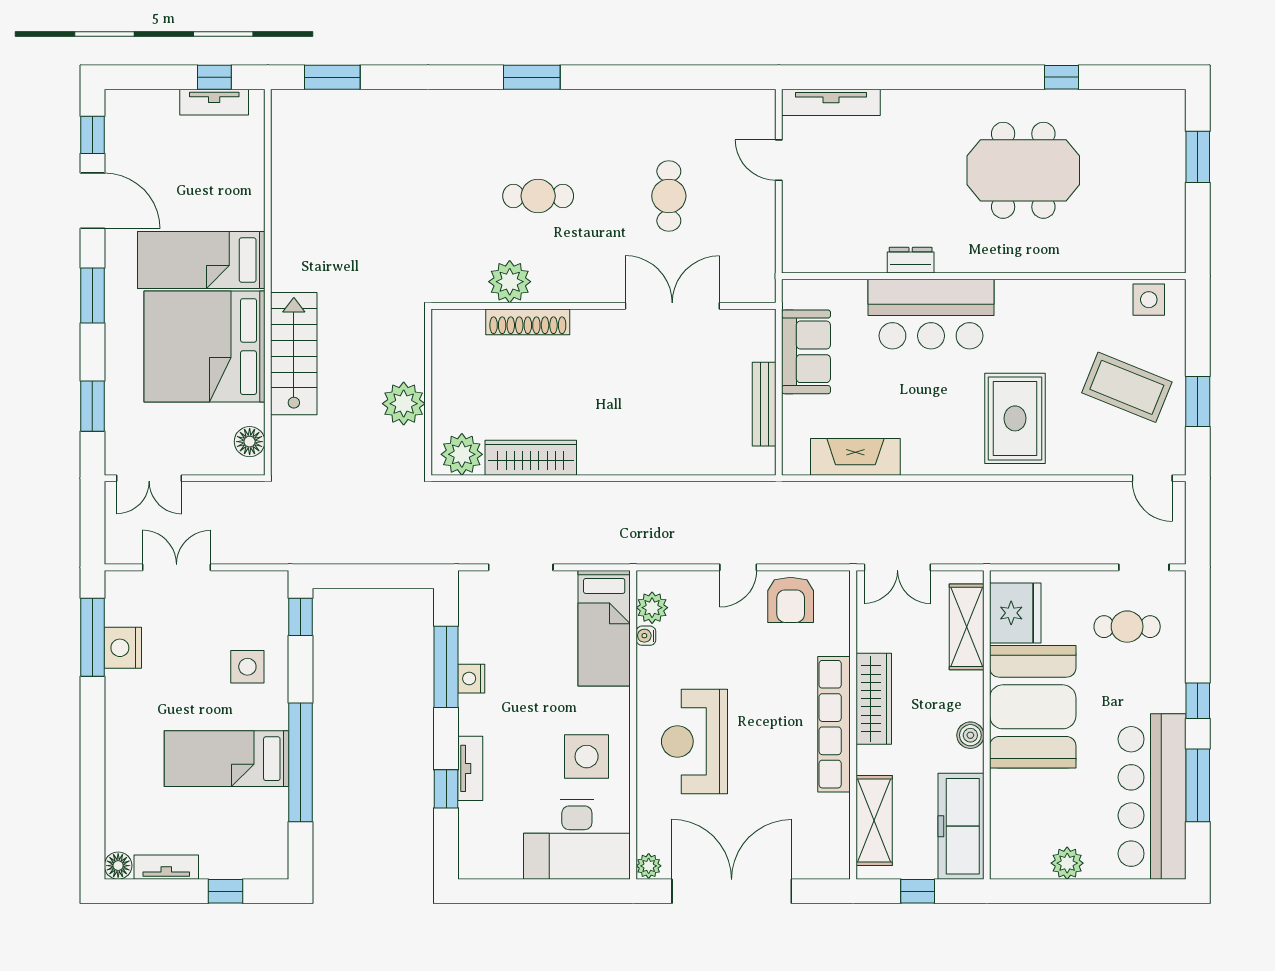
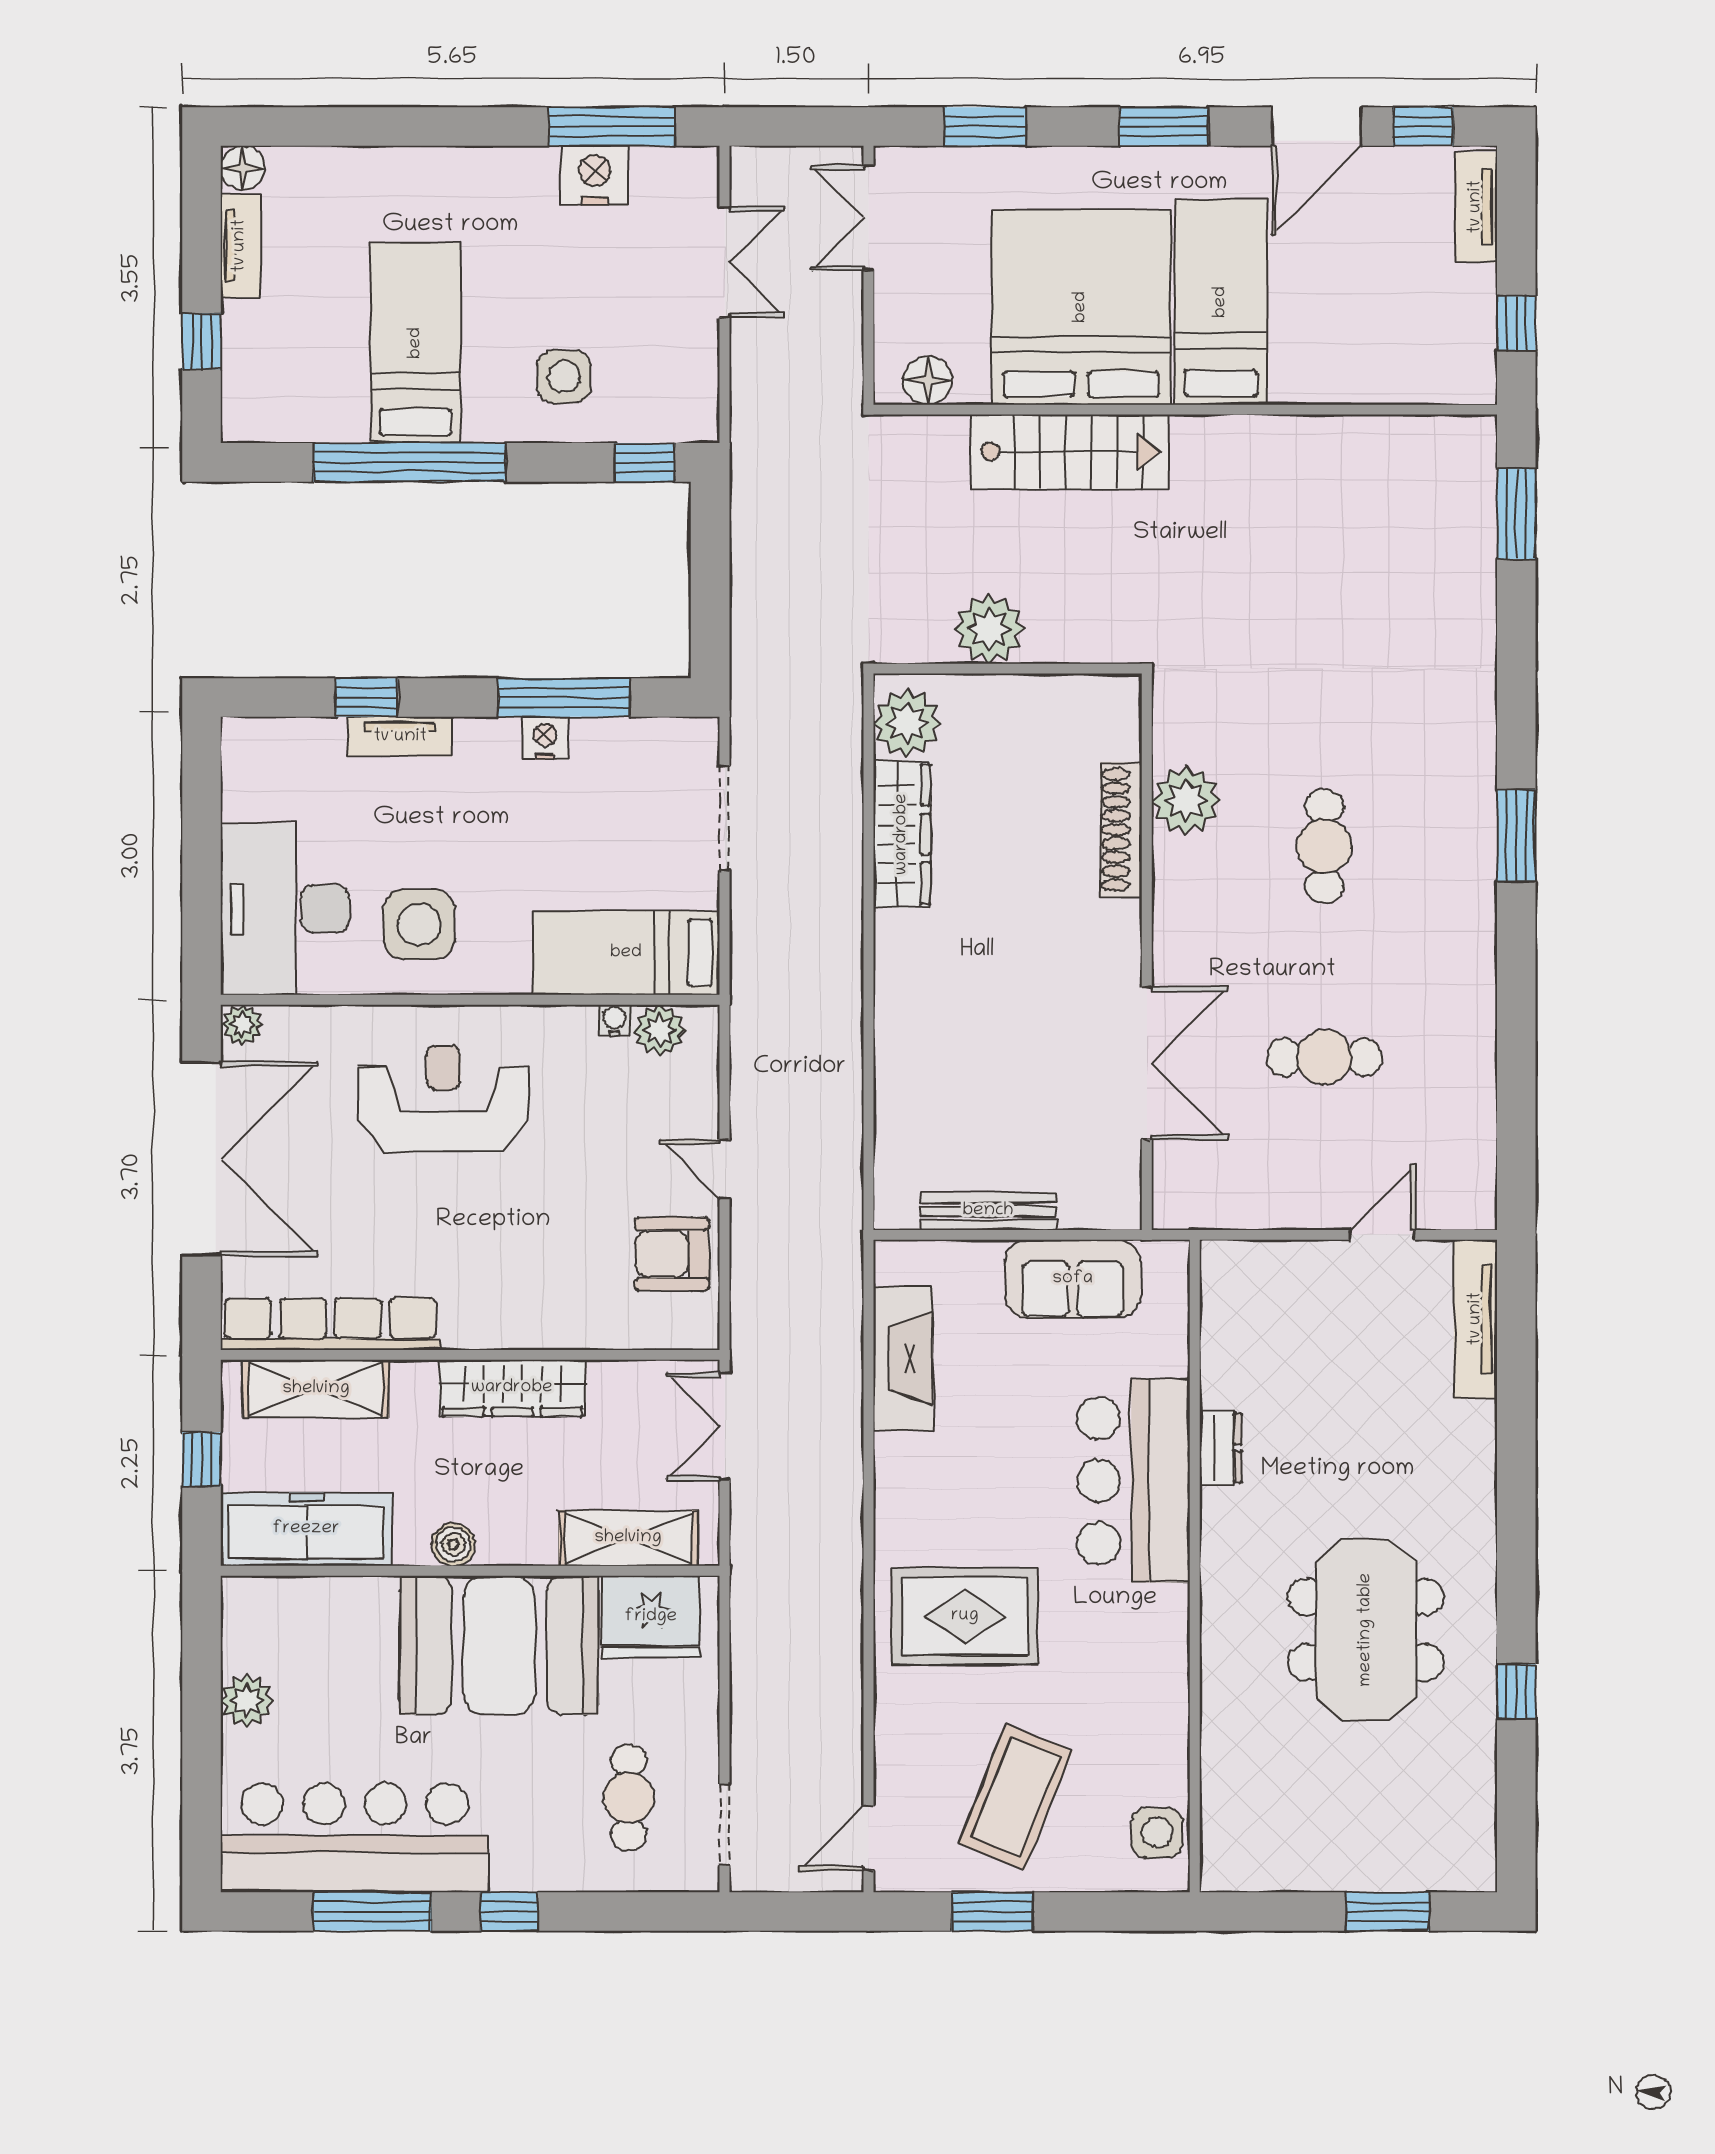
tv unit: (214, 102) -> (1476, 207), moved
row of seats: (834, 724) -> (330, 1324), moved

